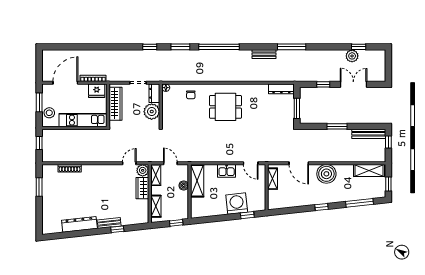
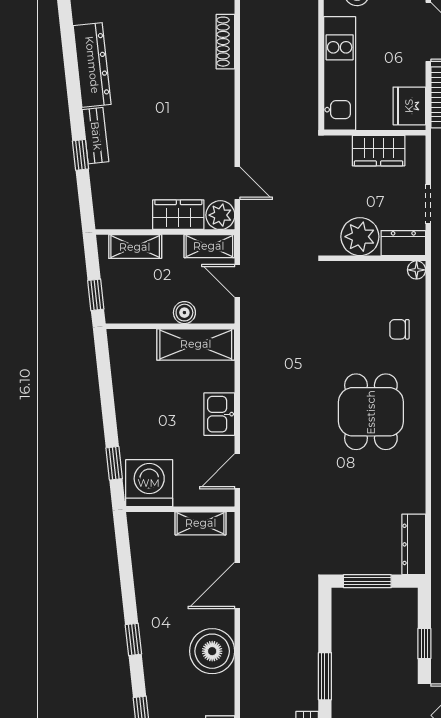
wardrobe: (115, 104) -> (379, 151), width x0.67
door: (170, 163) -> (237, 281), swing flipped
washing machine: (237, 204) -> (149, 483), moved, turned -84

